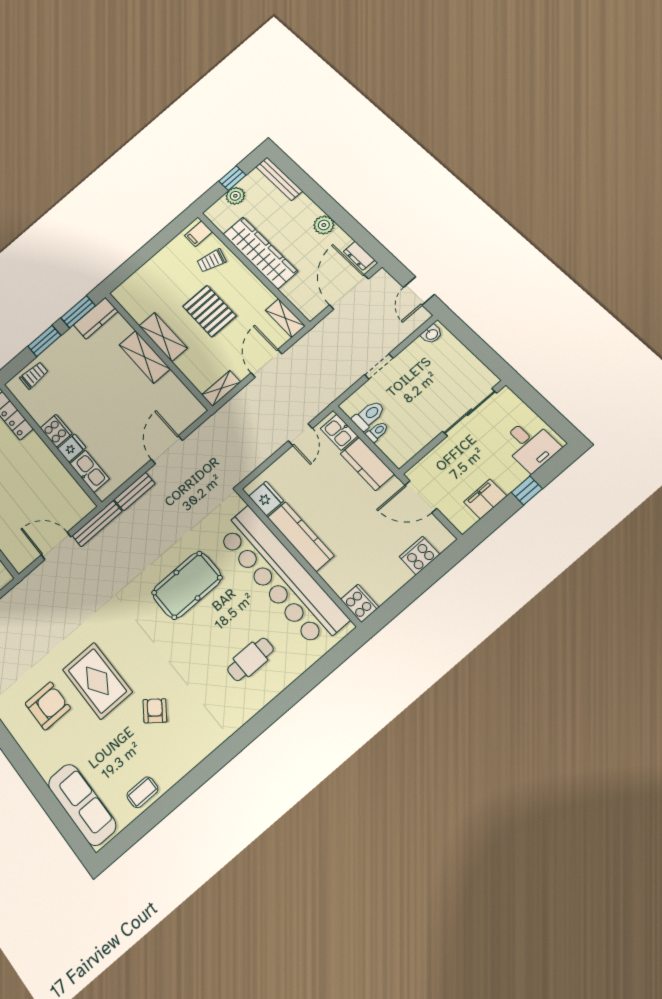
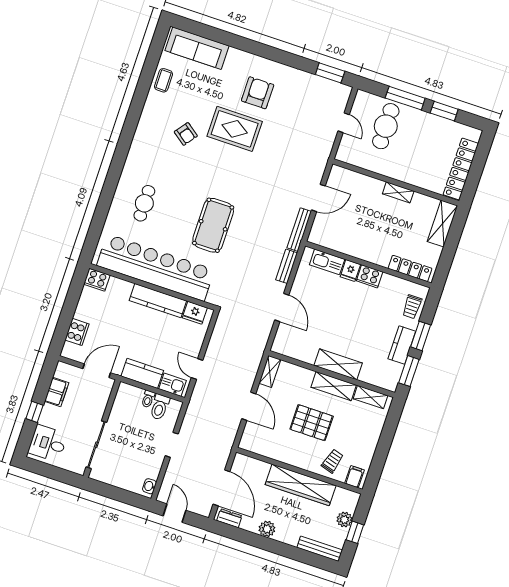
kitchen counter: (96, 318) -> (402, 345), moved
shelving: (285, 318) -> (370, 397), moved
armchair: (48, 706) -> (258, 93), turned 180

